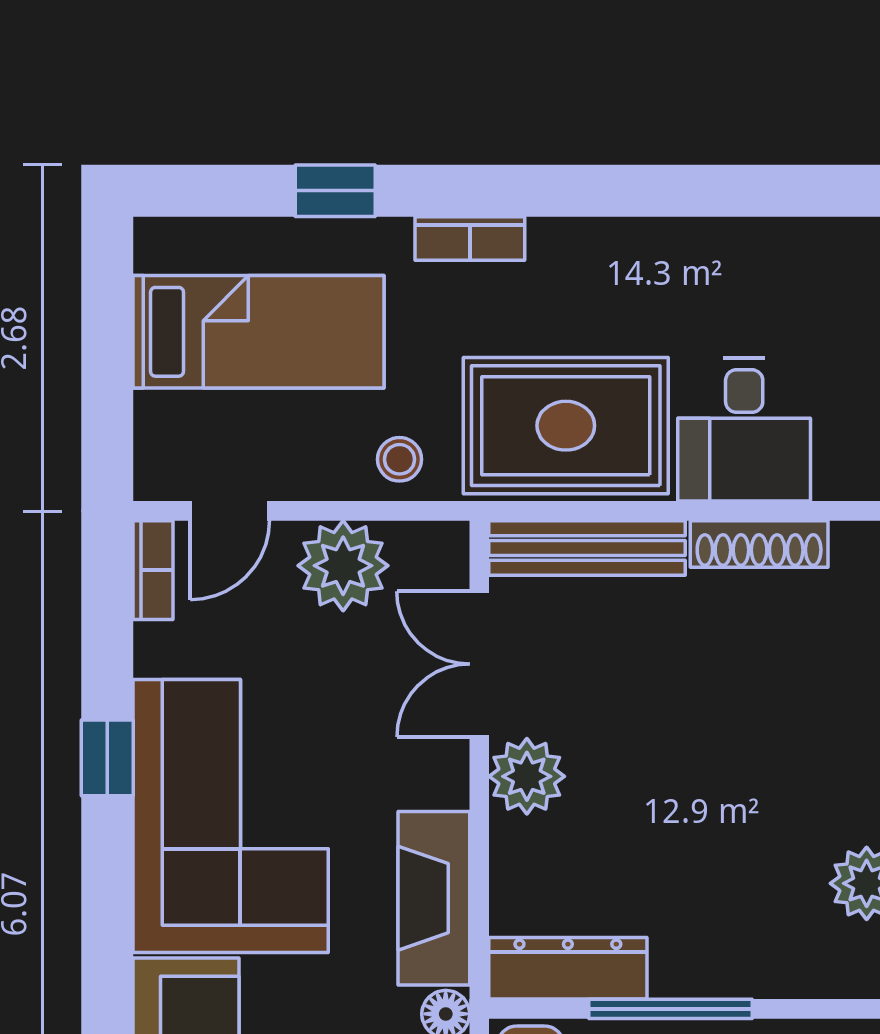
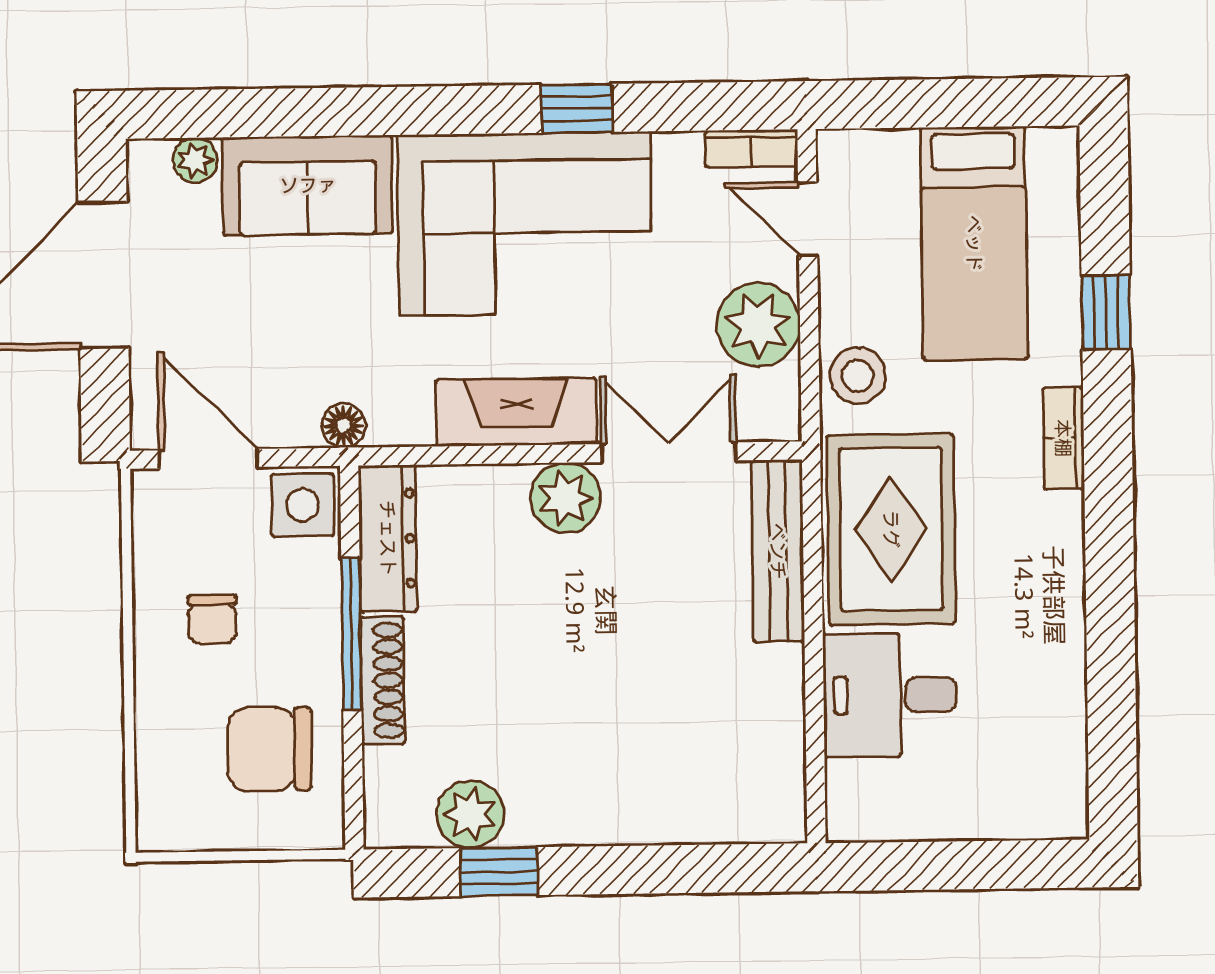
stool: (400, 459) -> (858, 376), width x1.37, depth x1.37
shoe rack: (759, 544) -> (383, 680), moved, turned 180
fireplace: (434, 898) -> (516, 412), moved

